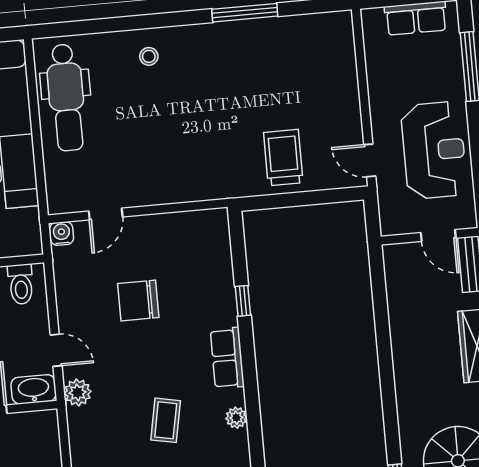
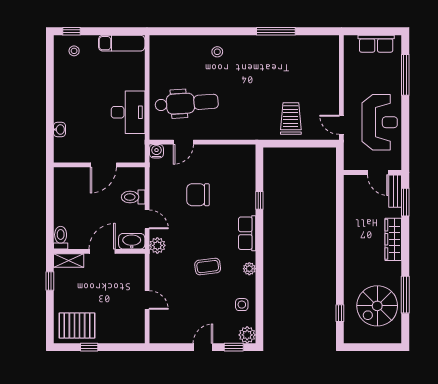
dental chair: (66, 97) -> (187, 103), moved, turned -94
toilet: (21, 284) -> (133, 197), moved, turned 90
coffee table: (166, 420) -> (208, 267), turned 72

